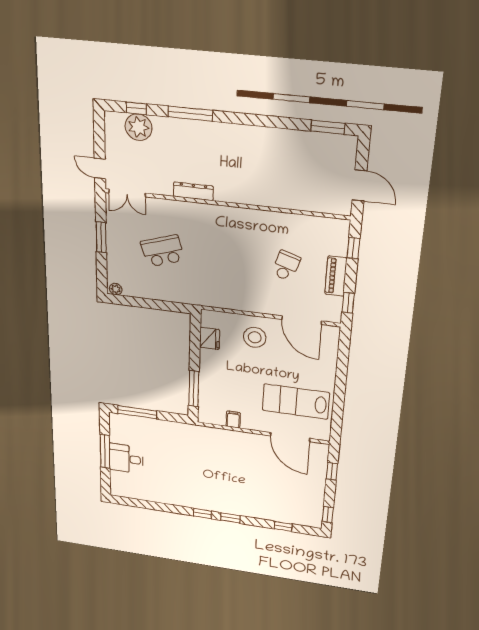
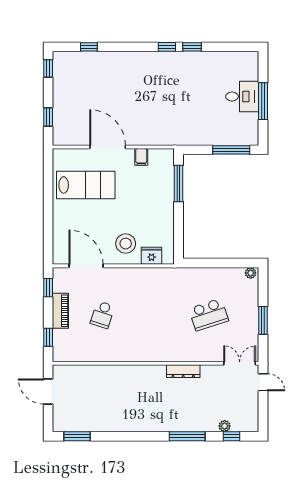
plant: (139, 127) -> (225, 426), width x0.53, depth x0.53
fridge: (210, 338) -> (152, 256), moved, turned 90
door: (290, 437) -> (108, 147), moved
window: (230, 518) -> (192, 47), moved

